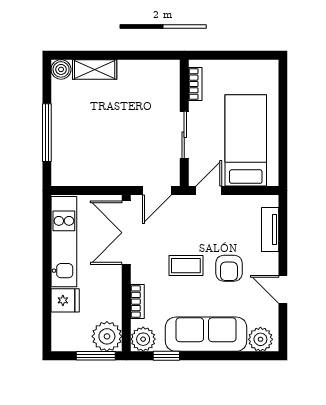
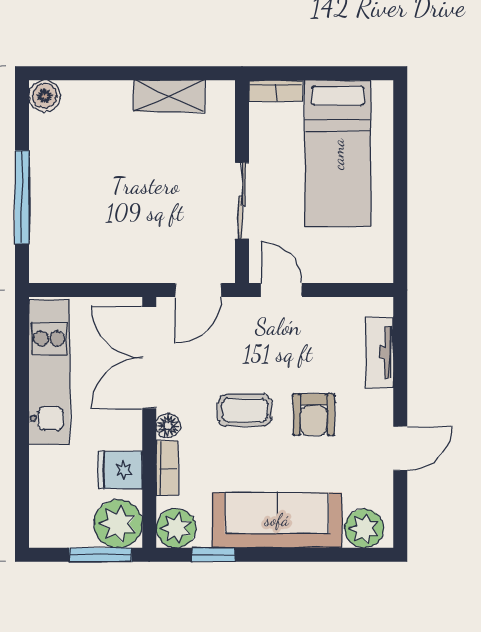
shelving: (95, 69) -> (169, 96), moved
bookcase: (195, 84) -> (275, 91), moved, turned 90
bed: (246, 140) -> (338, 154), moved, turned 180
door: (209, 190) -> (281, 290), hinge flipped
floor lamp: (138, 275) -> (168, 426), added
door: (283, 289) -> (400, 449), swing flipped
fridge: (65, 300) -> (120, 470), moved, turned 180

